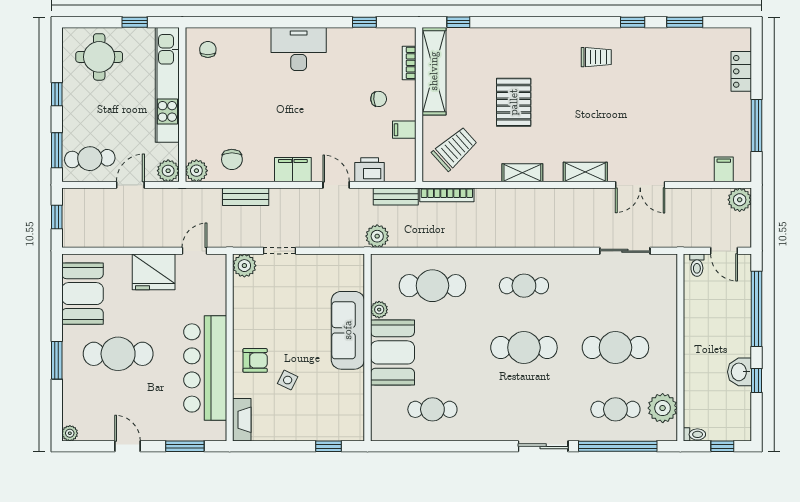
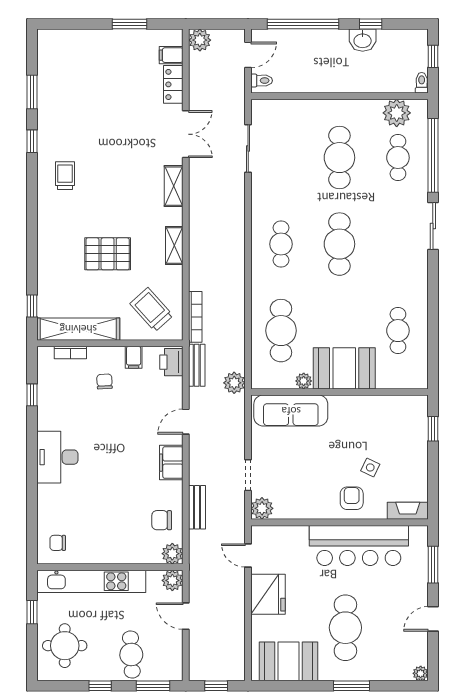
locker: (741, 71) -> (173, 84), moved, turned 90
window: (757, 126) -> (130, 24), width x0.69
cafe table: (90, 159) -> (131, 655), moved
chair: (232, 159) -> (162, 520), turned 180
printer: (370, 170) -> (171, 362), moved
sofa: (348, 330) -> (291, 411), moved

